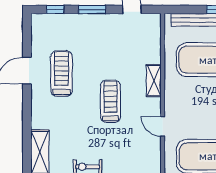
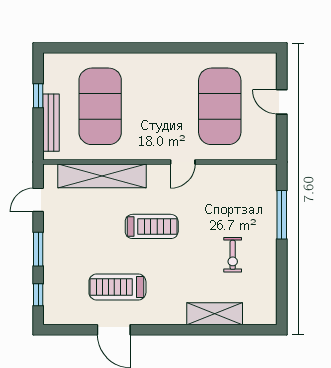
shelving: (154, 81) -> (102, 176), width x2.20, depth x1.33
treadmill: (110, 101) -> (152, 226), turned 180

